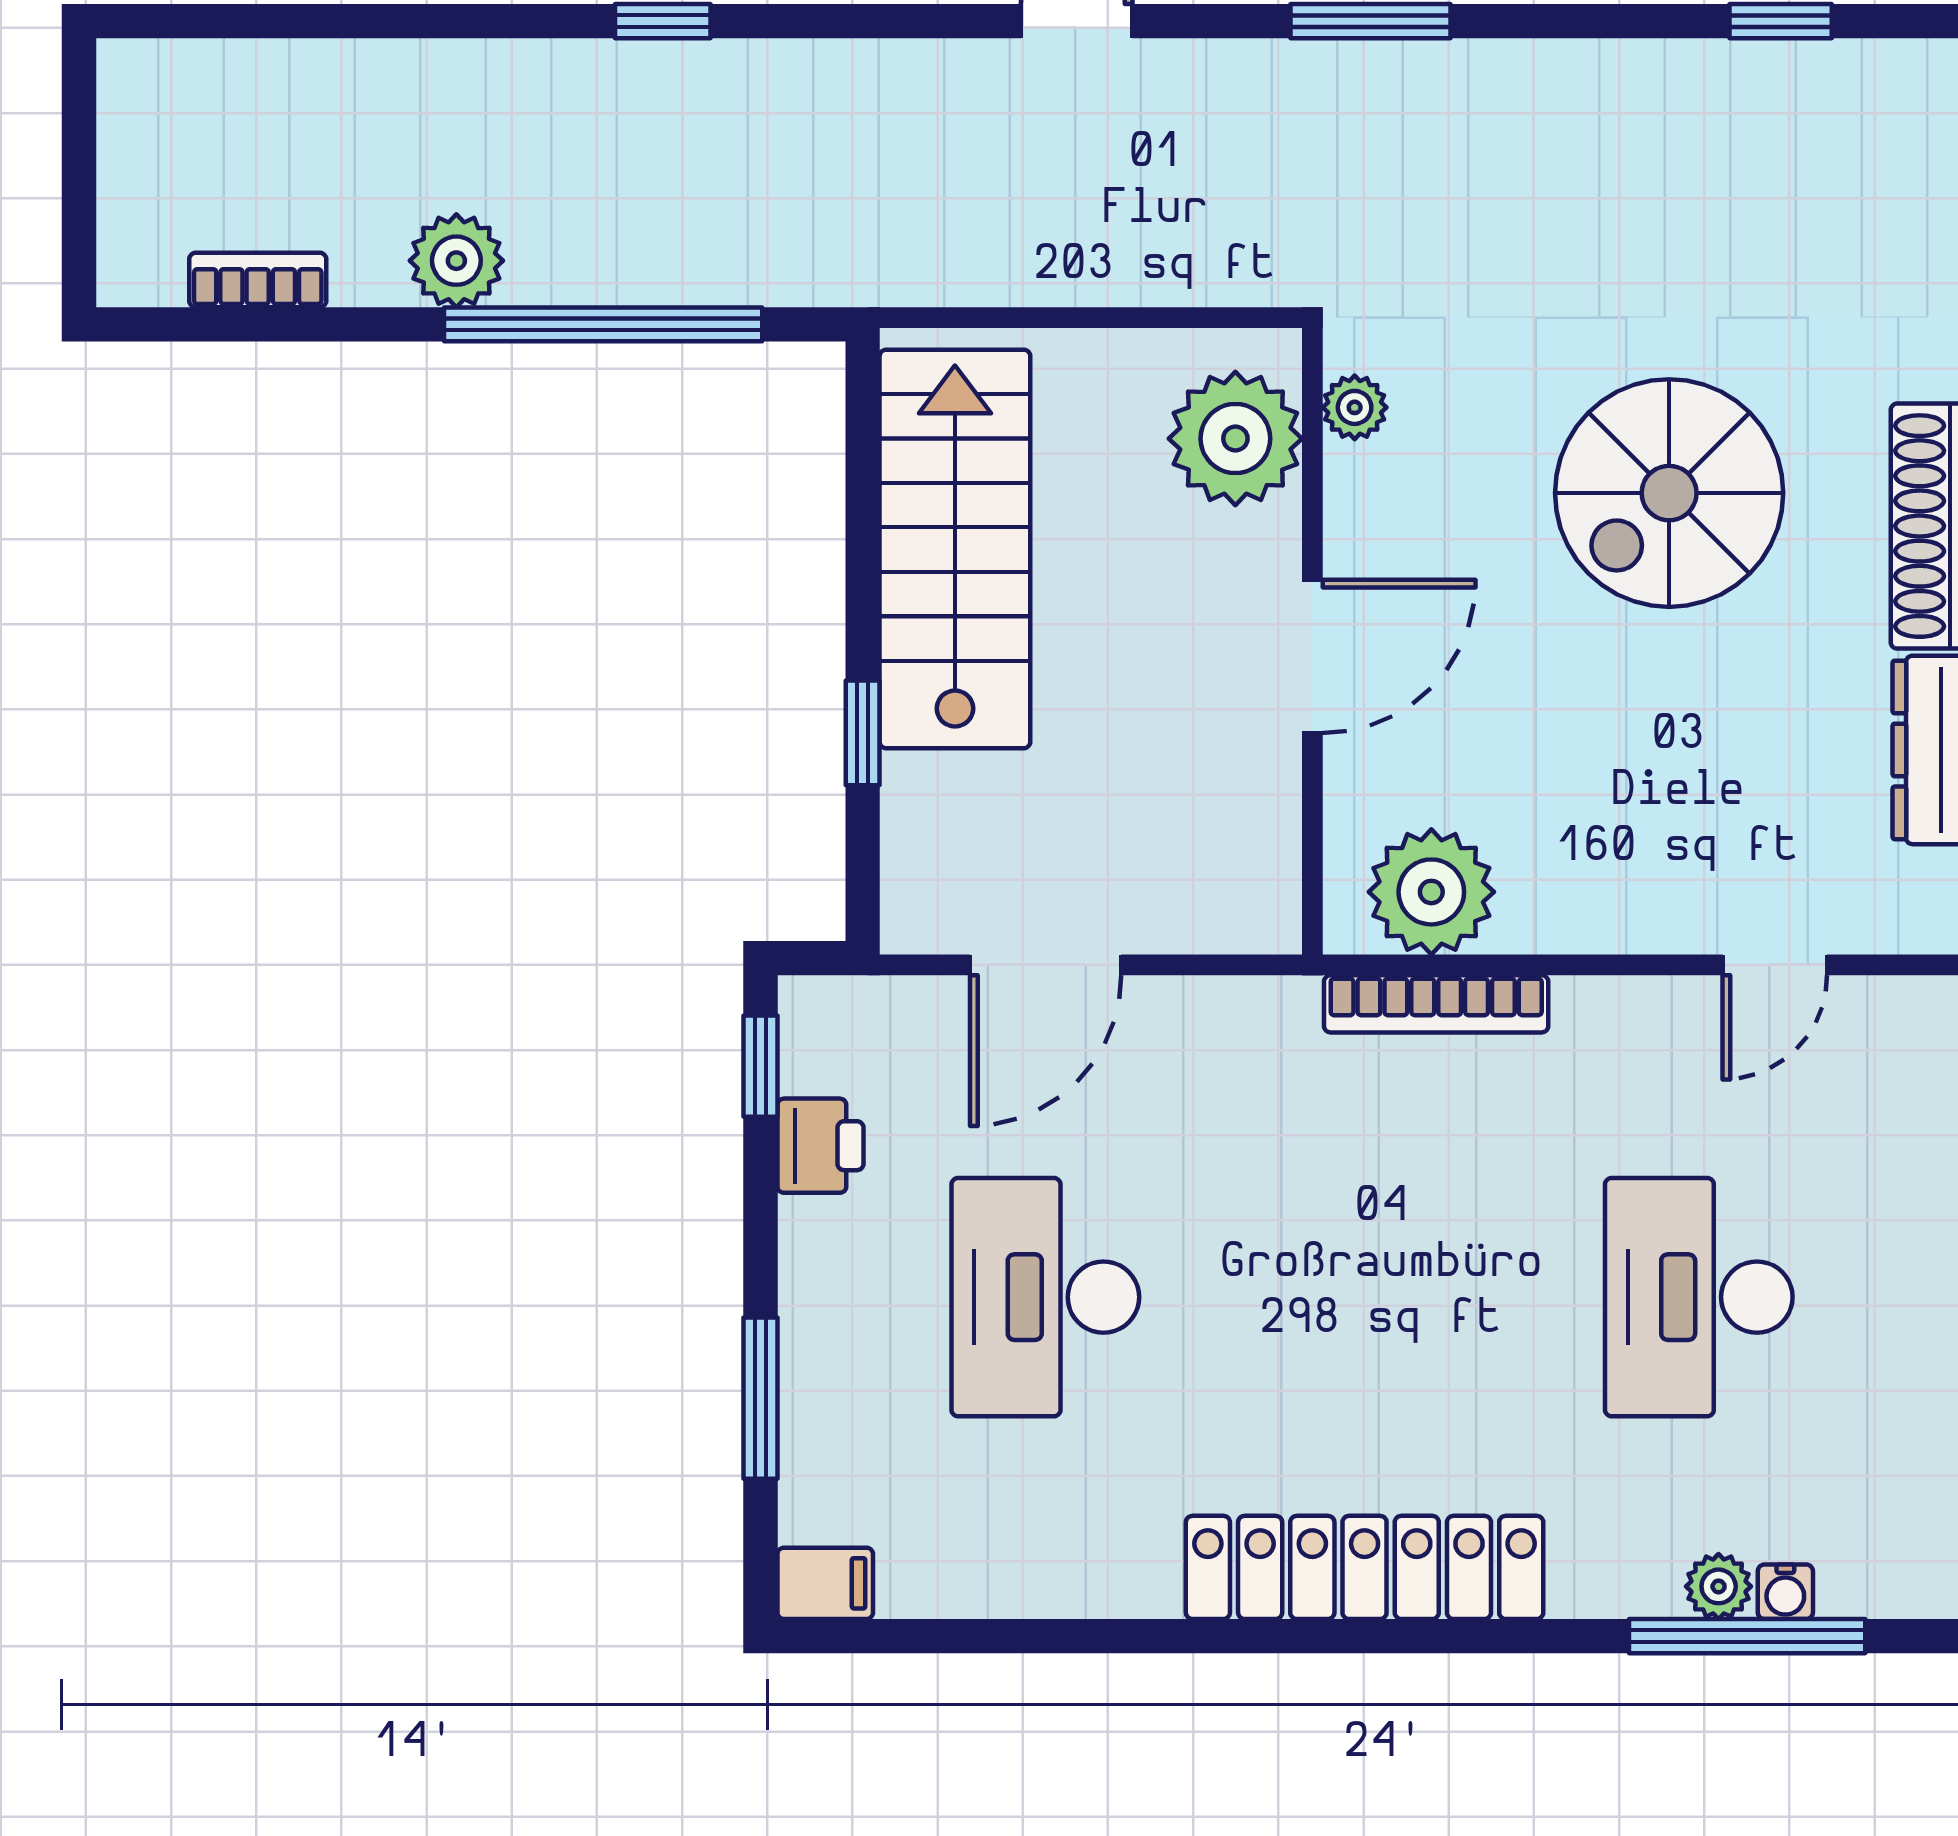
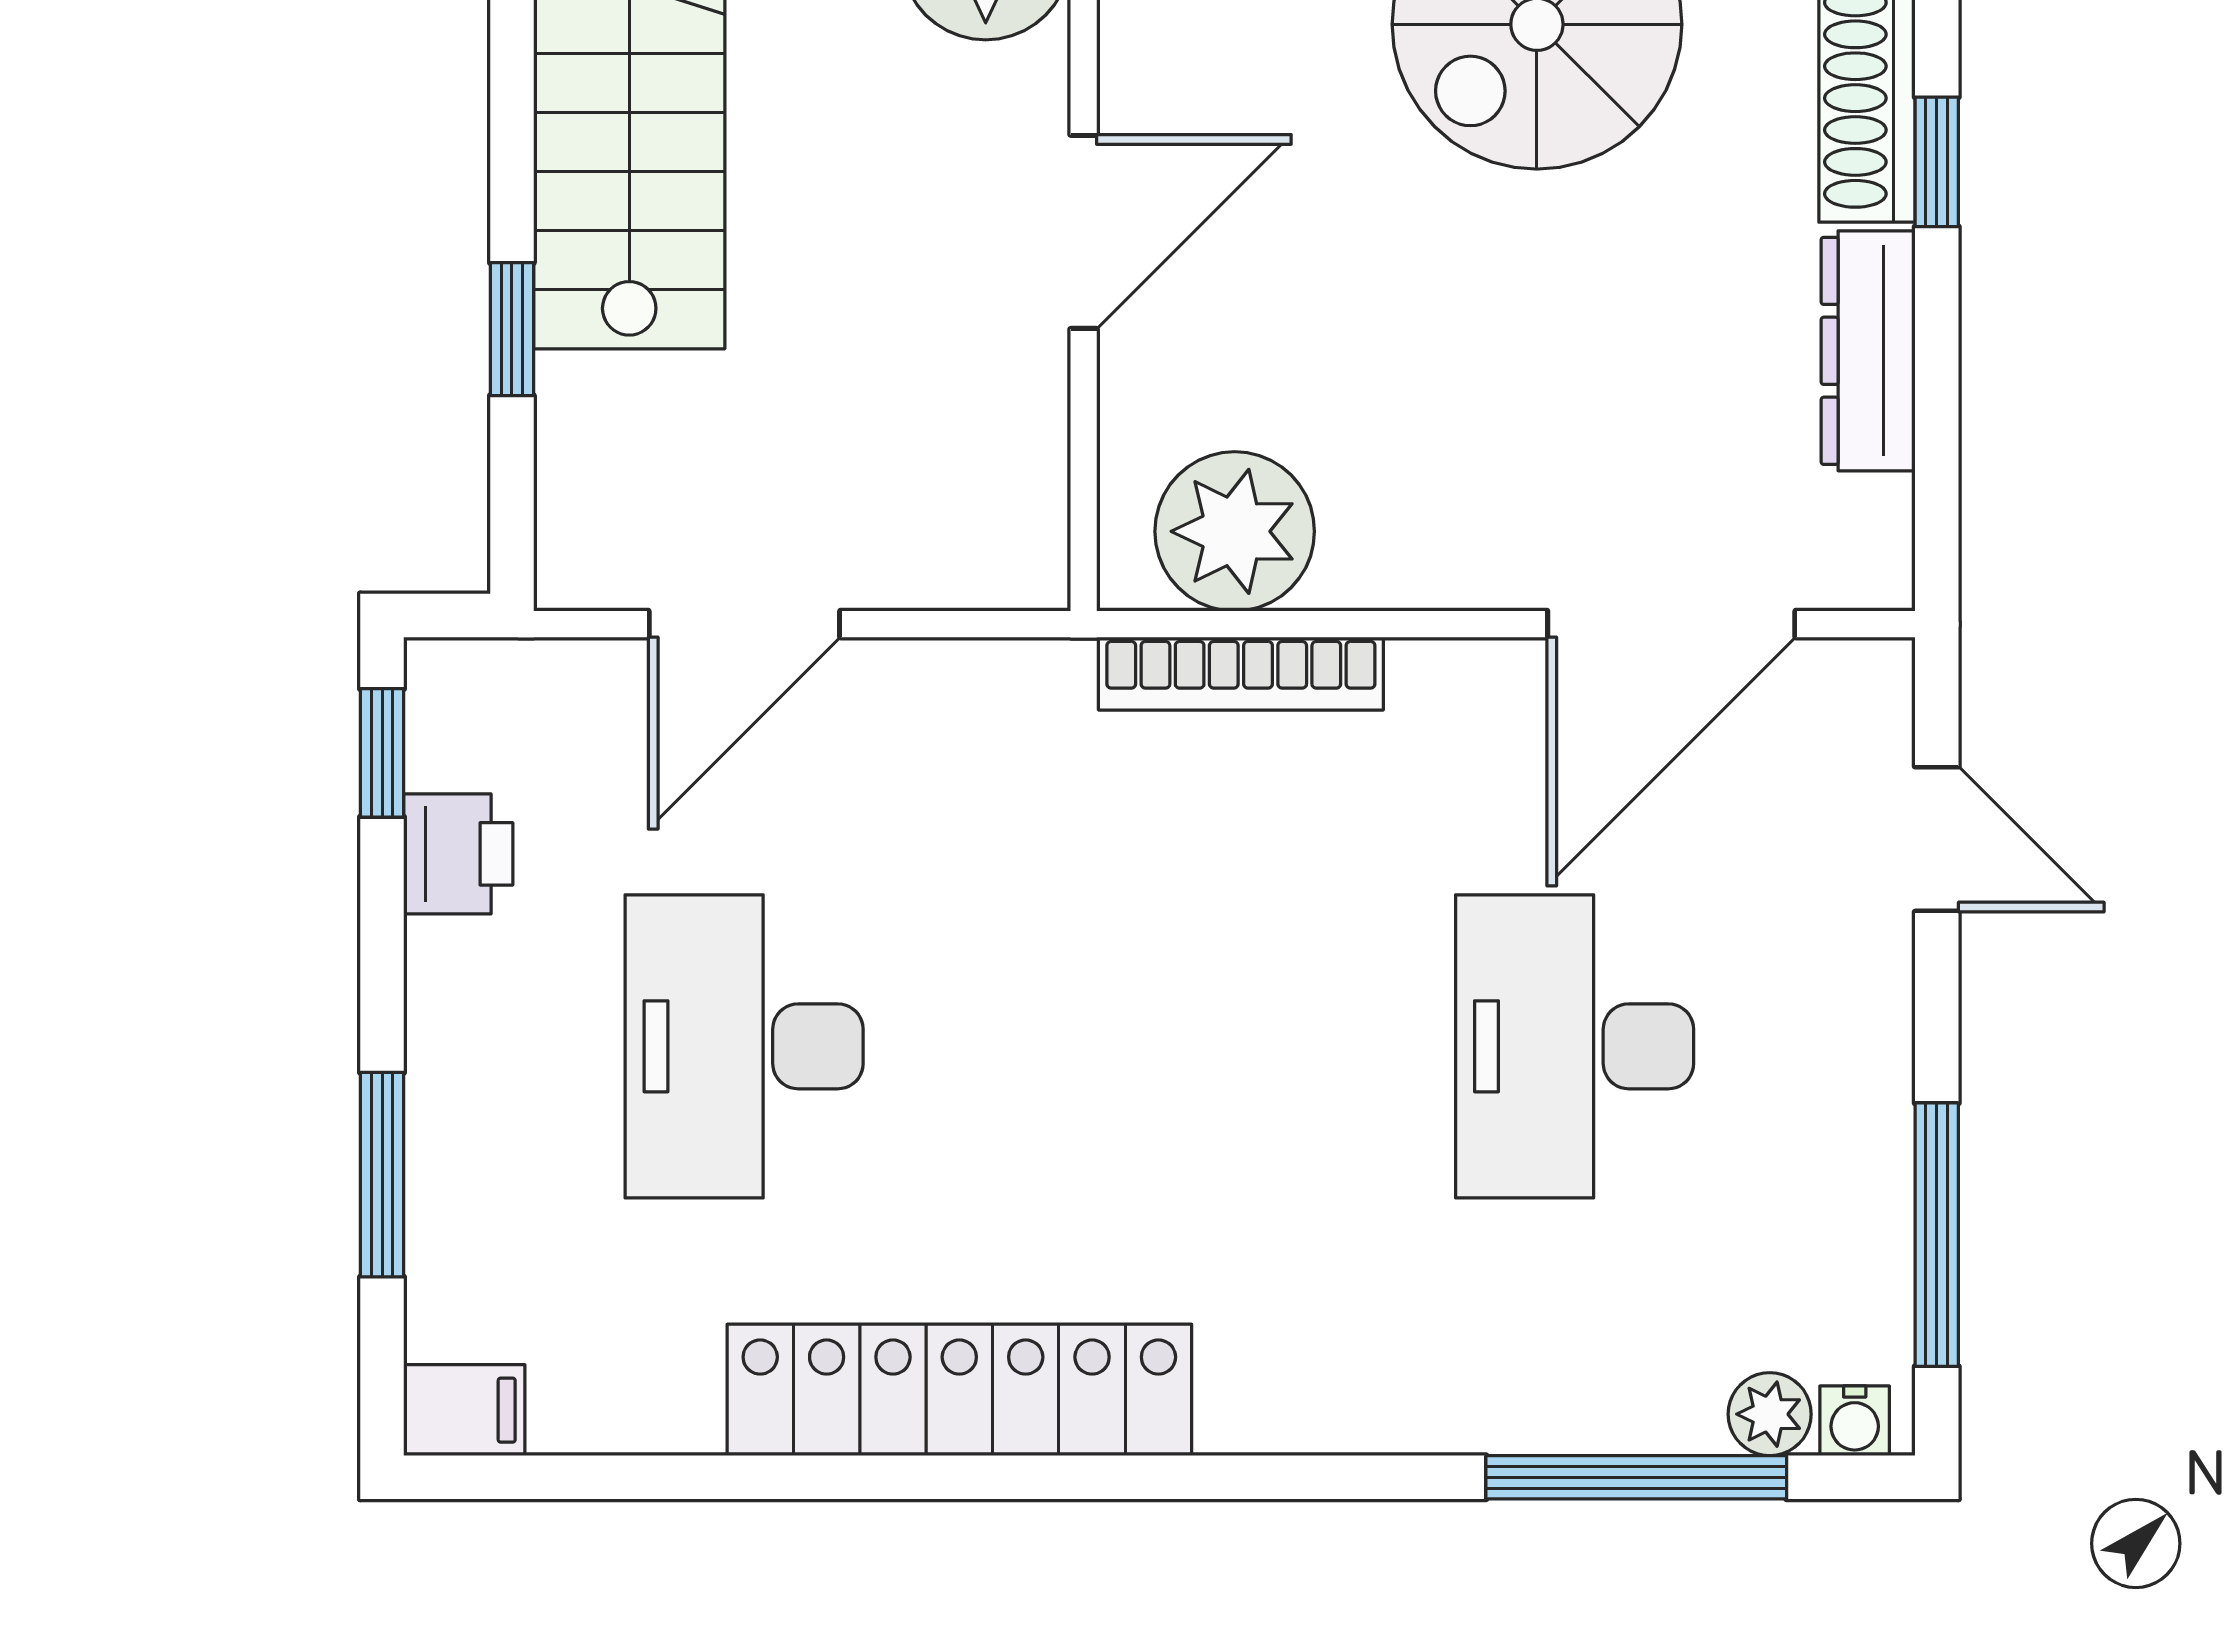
door: (1775, 965) -> (1671, 624), width x1.88
locker: (1365, 1567) -> (959, 1390), moved
plant: (1719, 1586) -> (1770, 1414), moved
water cooler: (1785, 1592) -> (1855, 1421), moved

